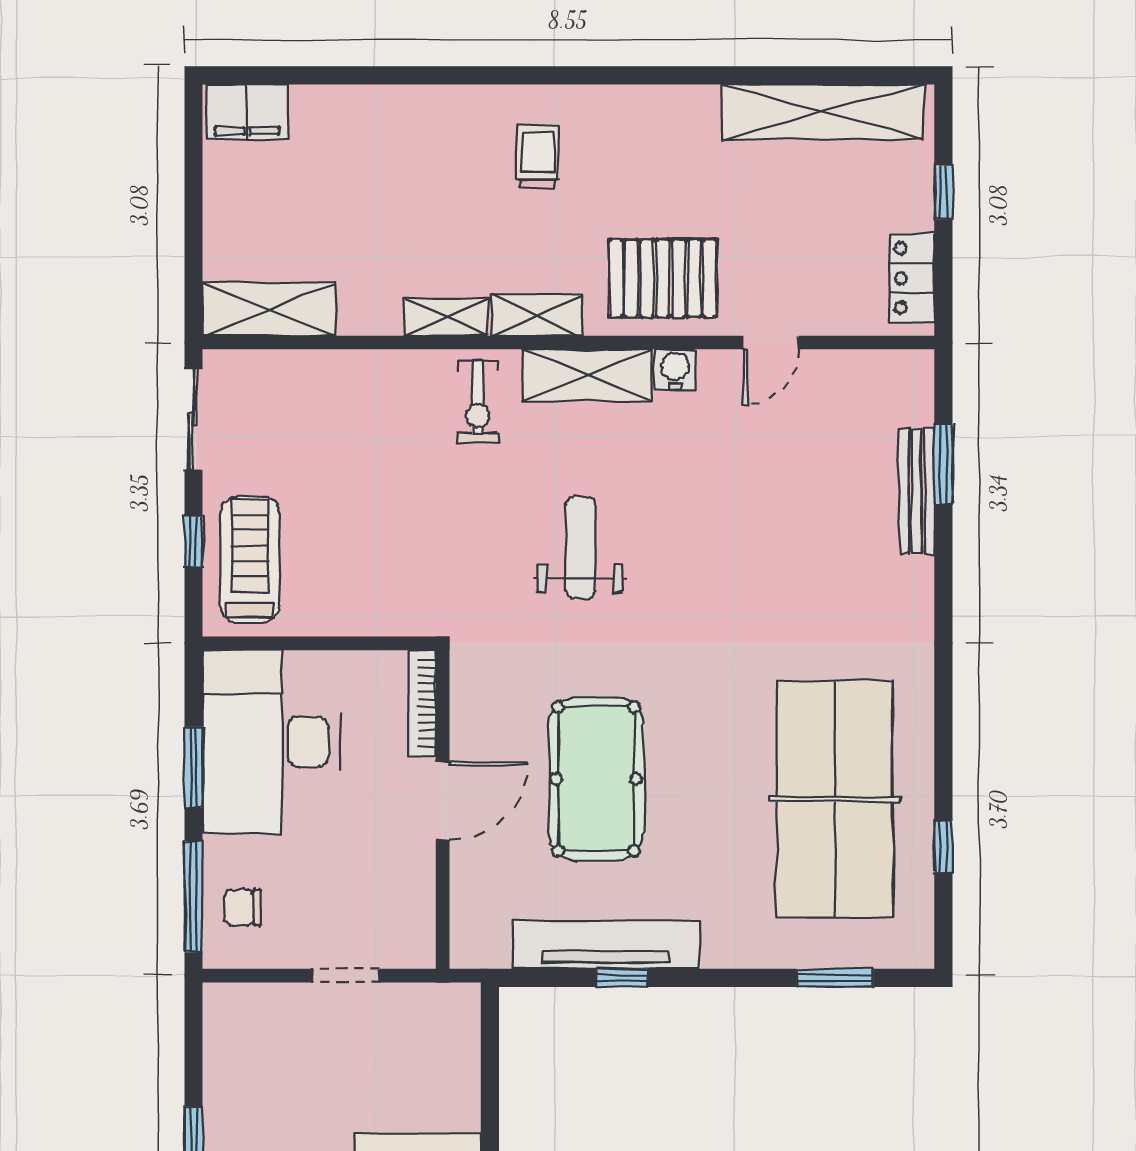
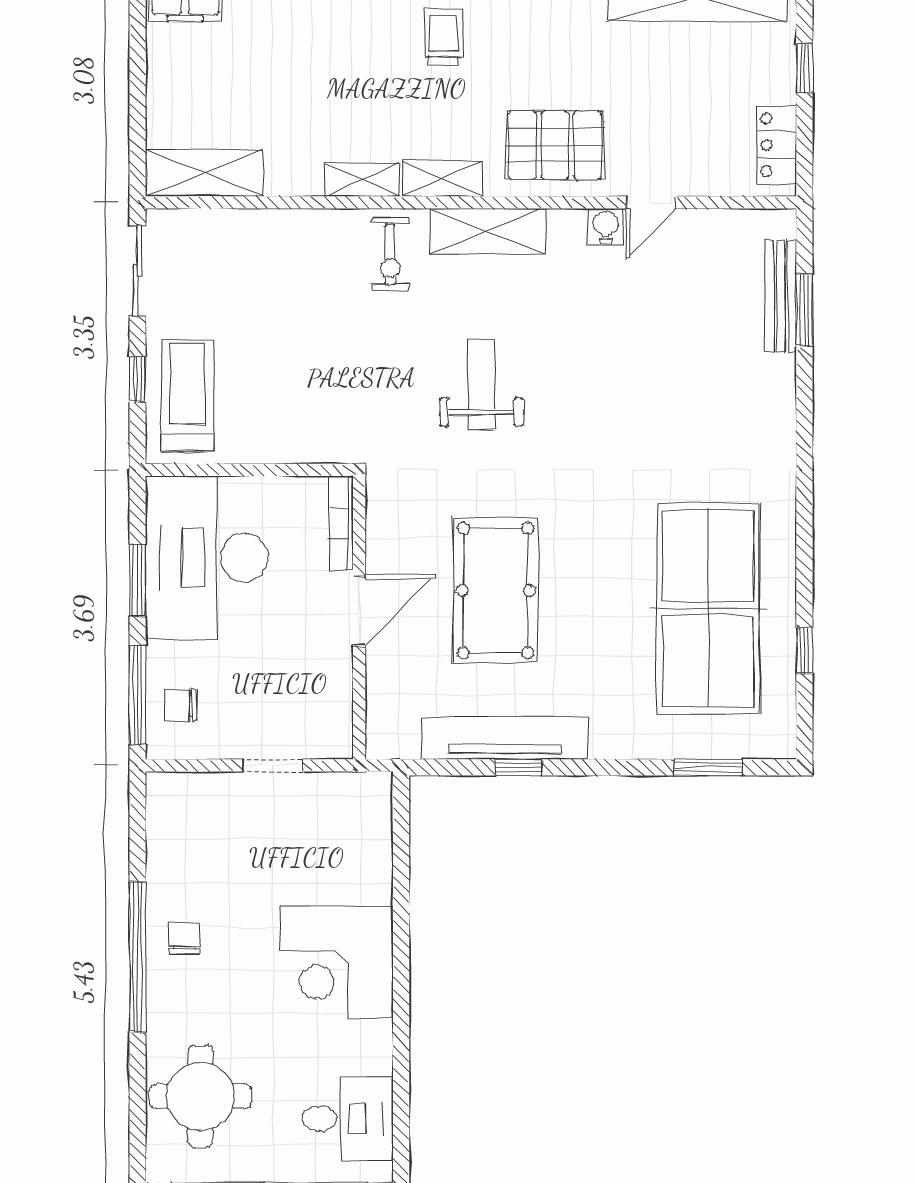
water cooler: (675, 369) -> (606, 226), moved
bench: (917, 491) -> (781, 296), moved

